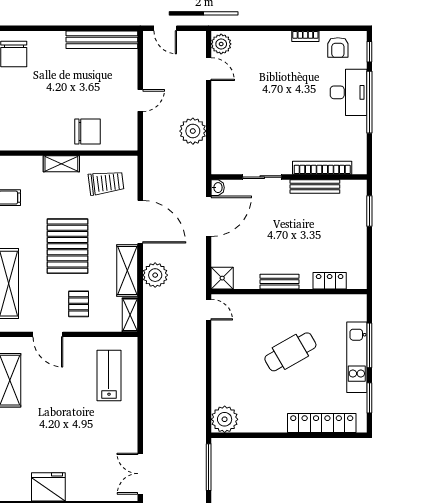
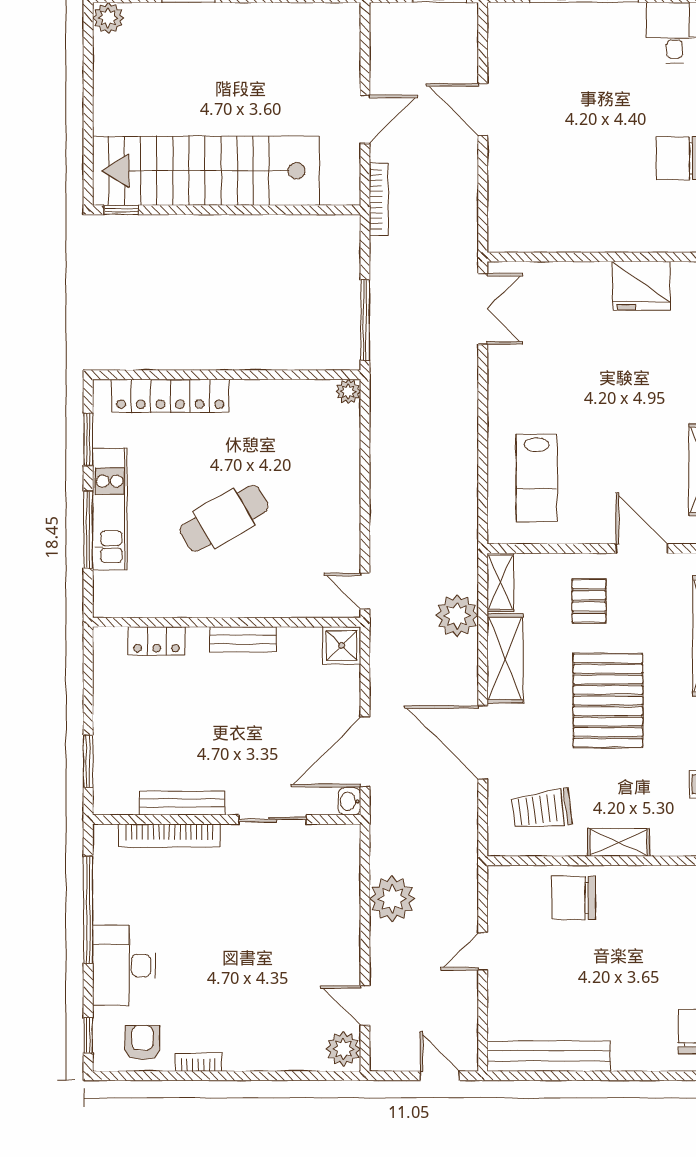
window: (369, 102) -> (88, 910), moved
plant: (155, 275) -> (457, 616), moved
plant: (225, 419) -> (348, 392), width x0.53, depth x0.53

